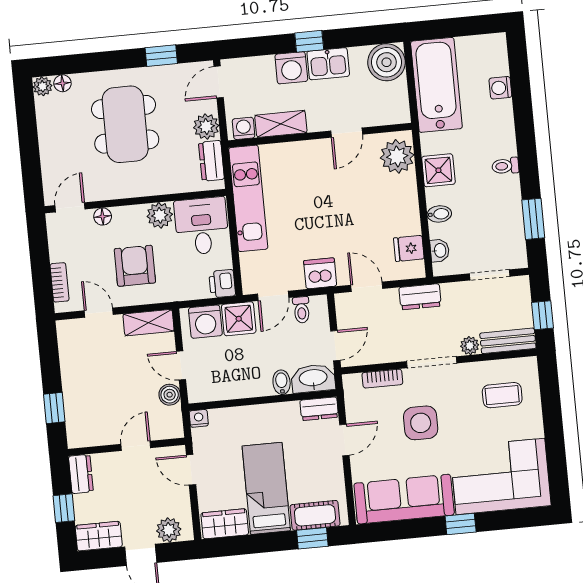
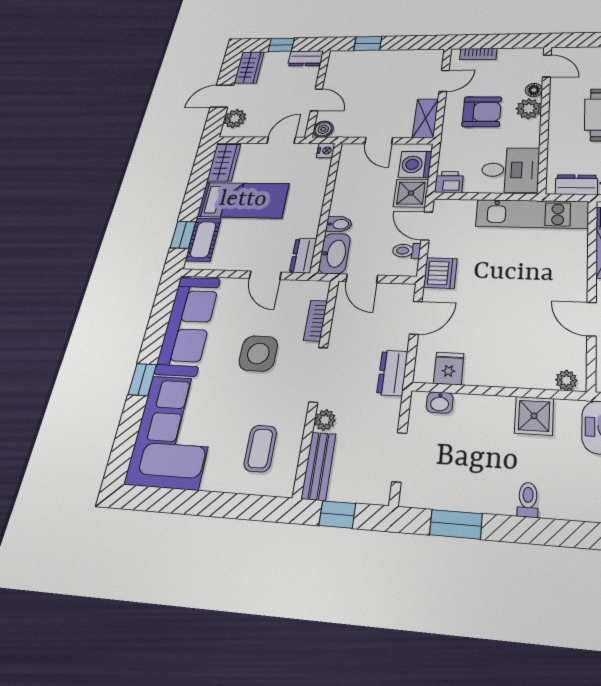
plant: (397, 156) -> (566, 380), width x0.53, depth x0.53
bidet: (439, 214) -> (482, 409), removed
plant: (160, 215) -> (529, 109), moved
door: (181, 365) -> (379, 141), swing flipped
boiler: (170, 395) -> (323, 129), moved

